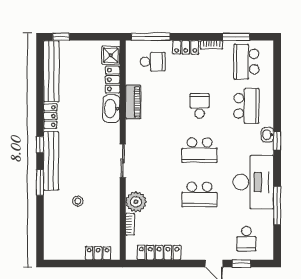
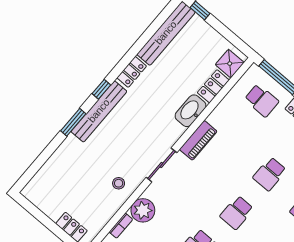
piano: (133, 102) -> (198, 140), moved
school desk: (200, 106) -> (270, 174), turned 180
school desk: (200, 150) -> (237, 213), width x0.54
stool: (78, 201) -> (119, 183), moved

